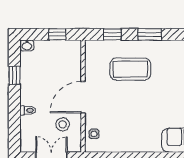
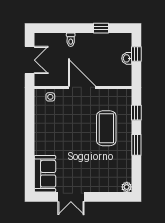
window: (57, 34) -> (136, 54), moved
washbasin: (27, 45) -> (127, 58), moved
stool: (63, 124) -> (59, 70), removed

